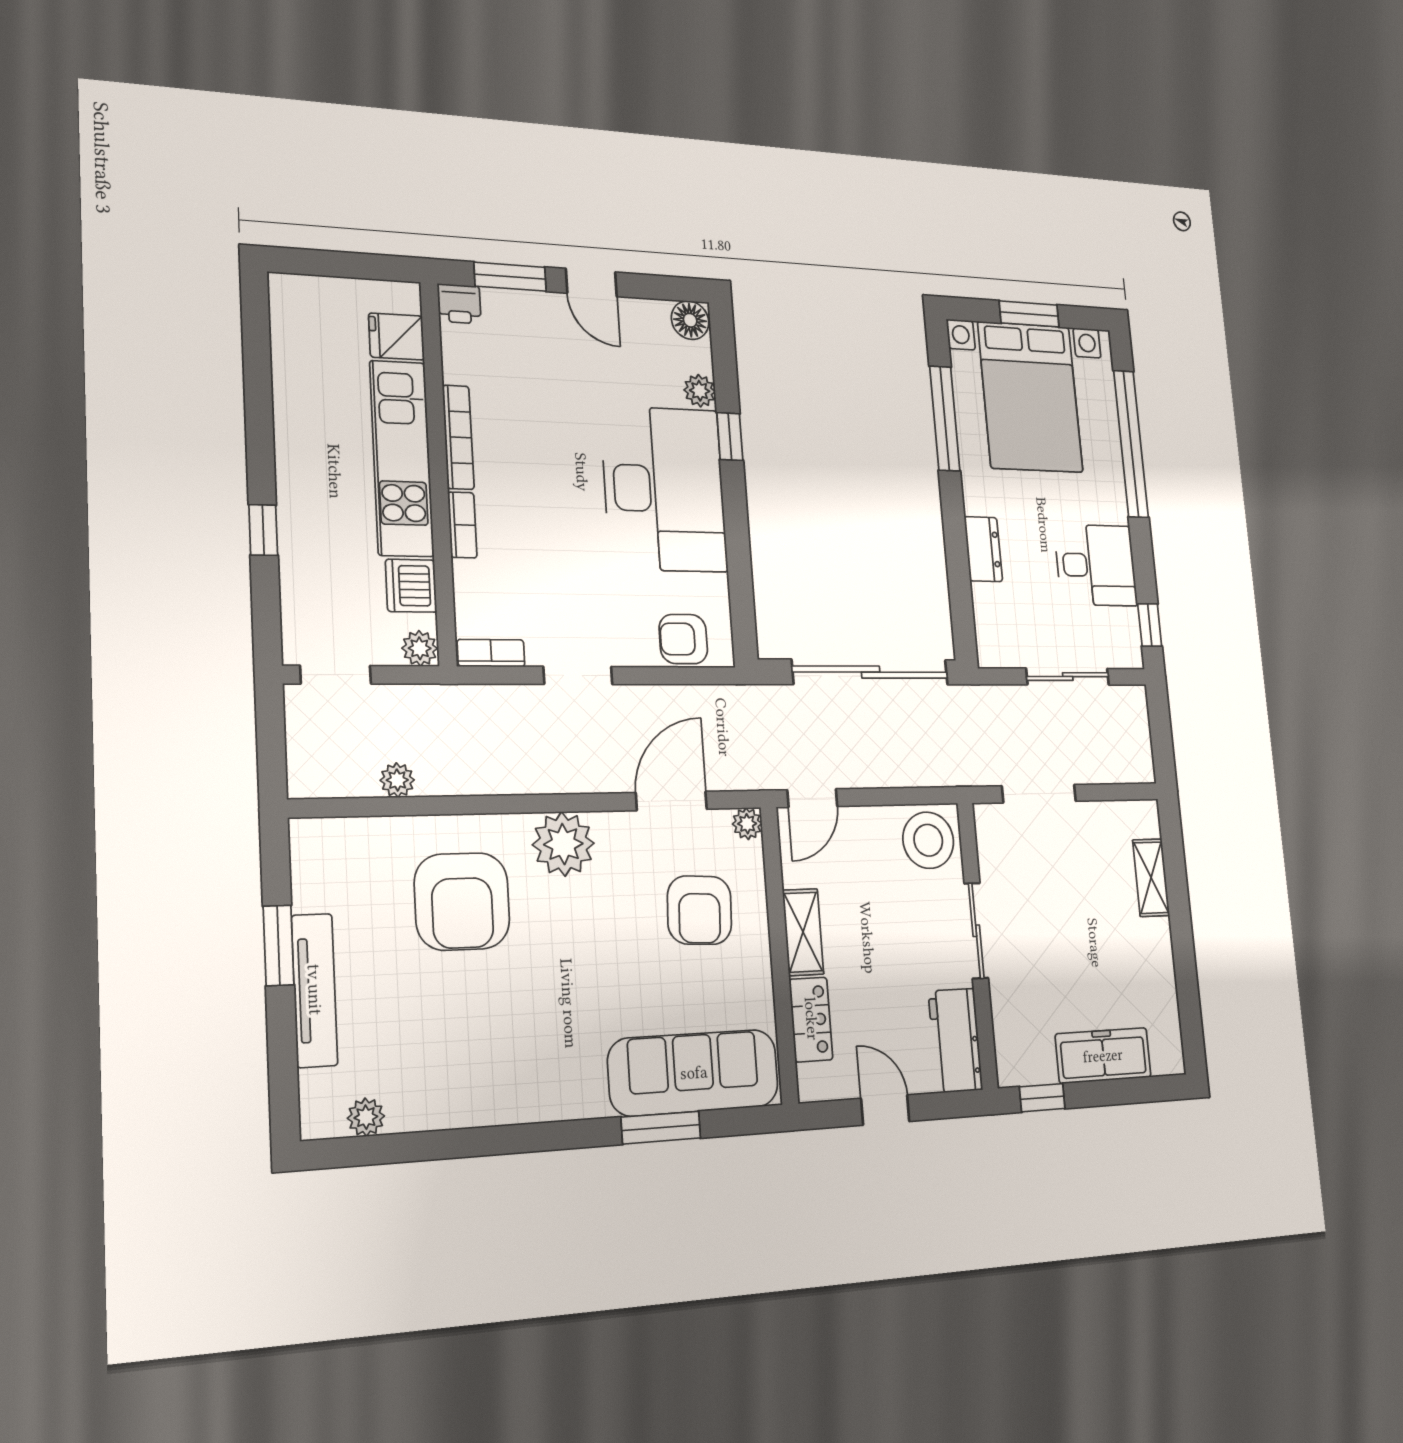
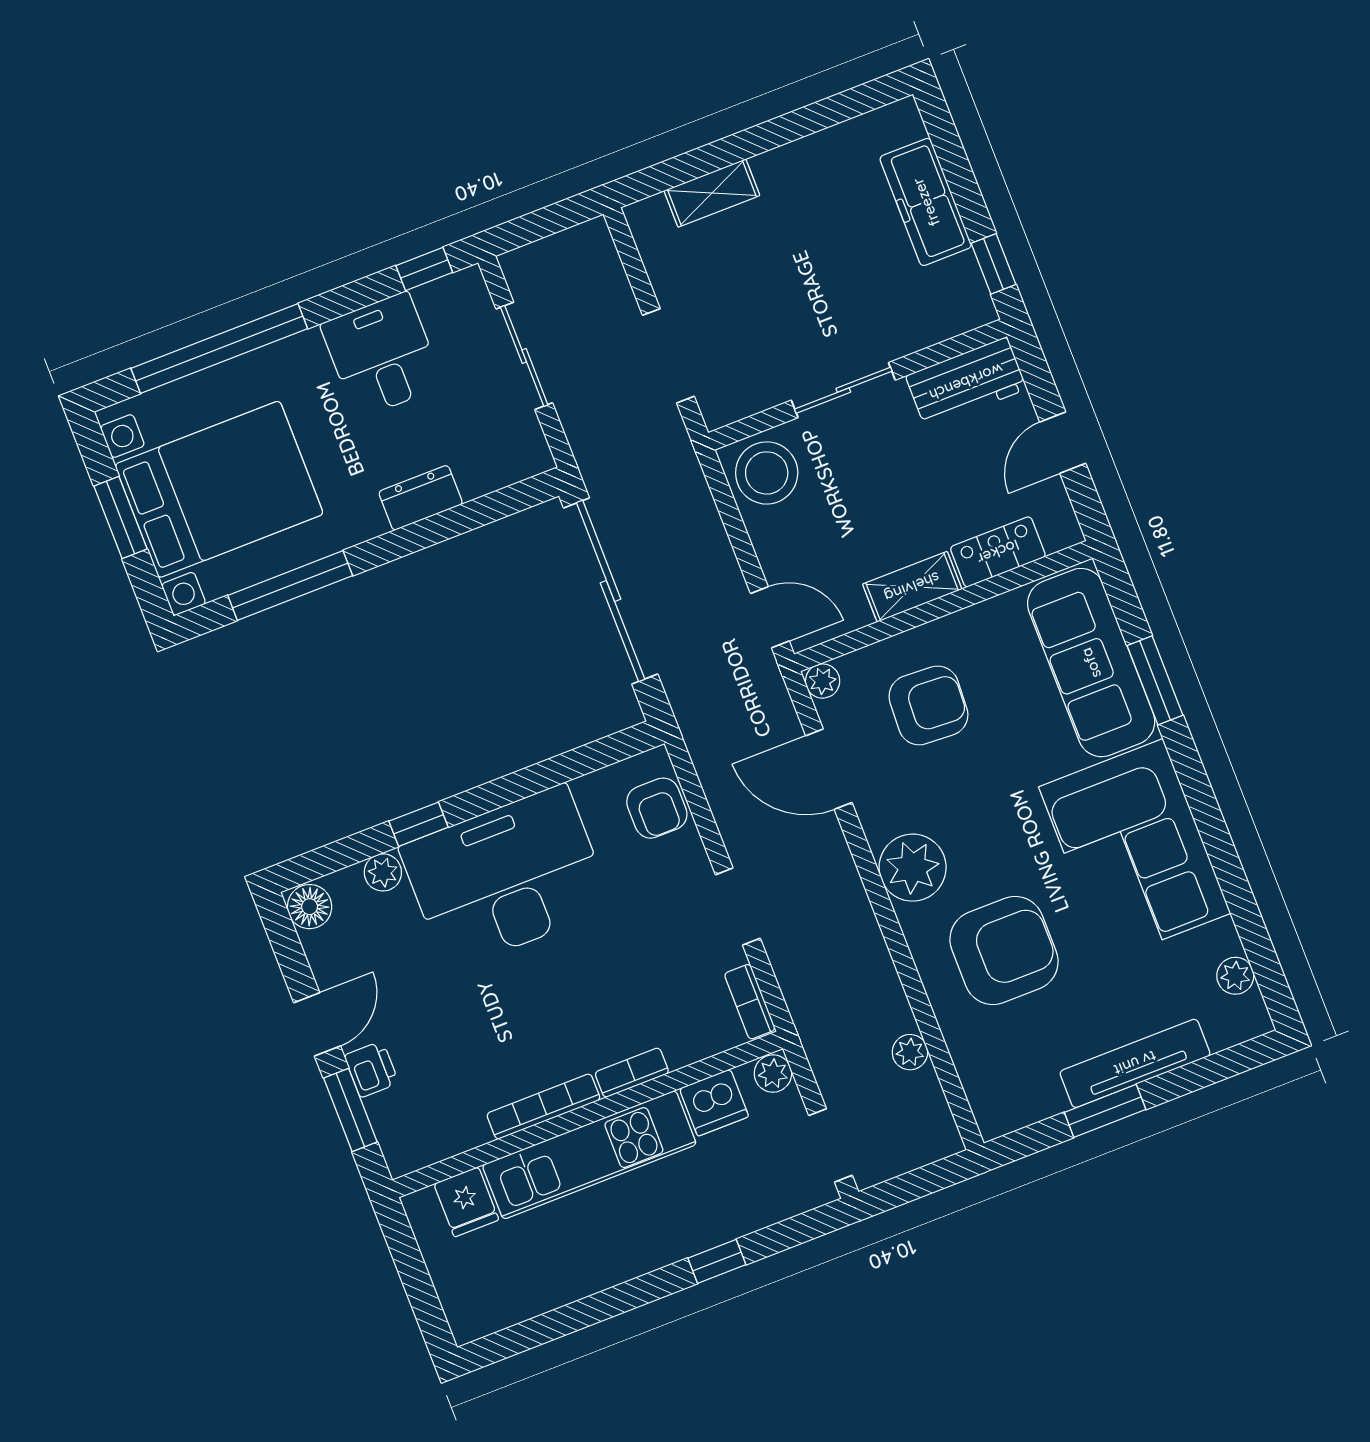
printer: (459, 304) -> (371, 1069), moved
corner sofa: (515, 1057) -> (1135, 850), added

